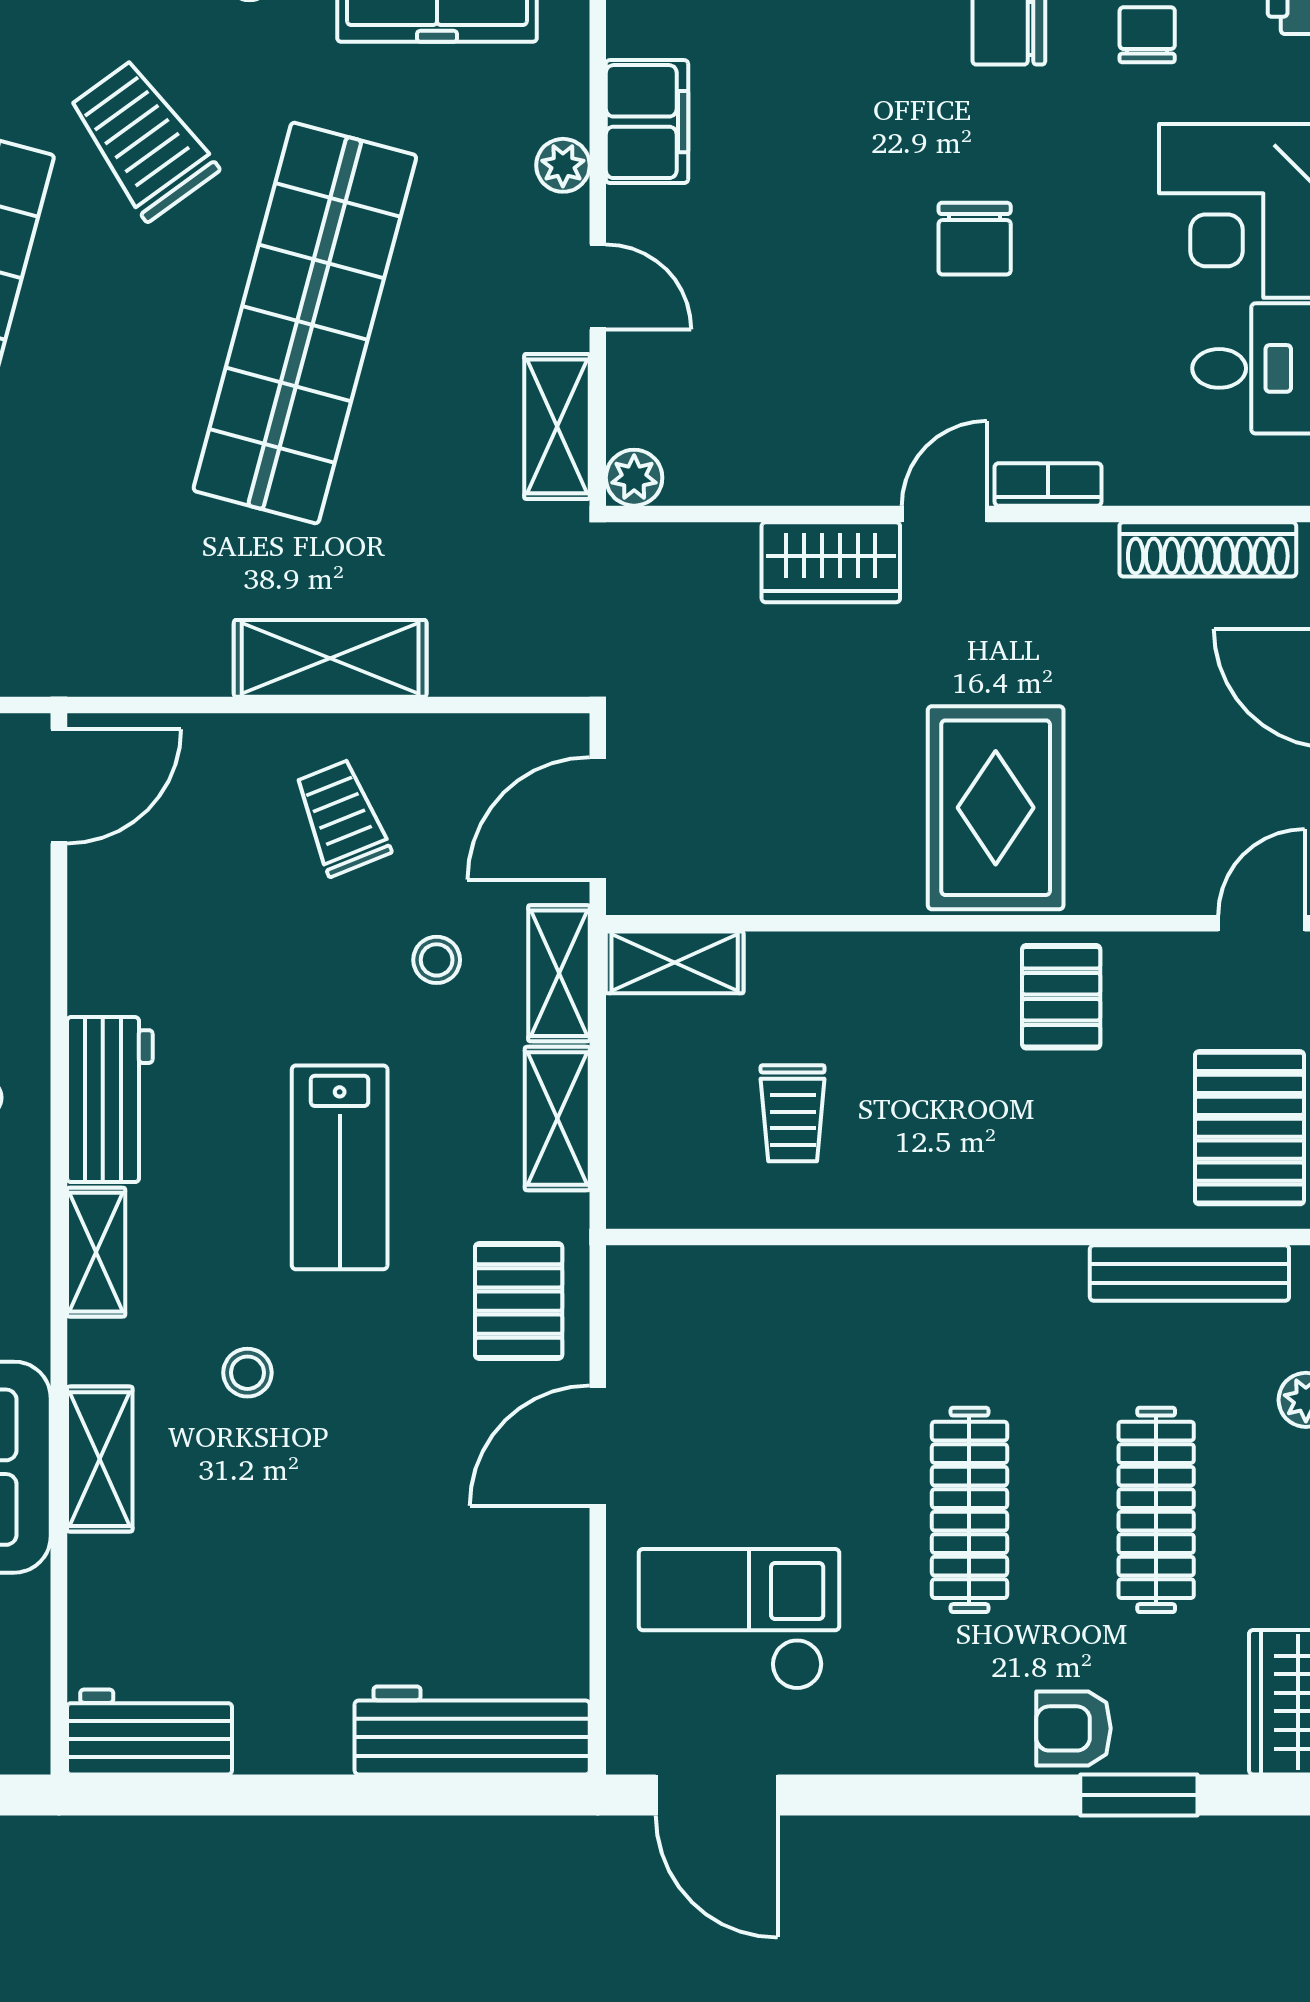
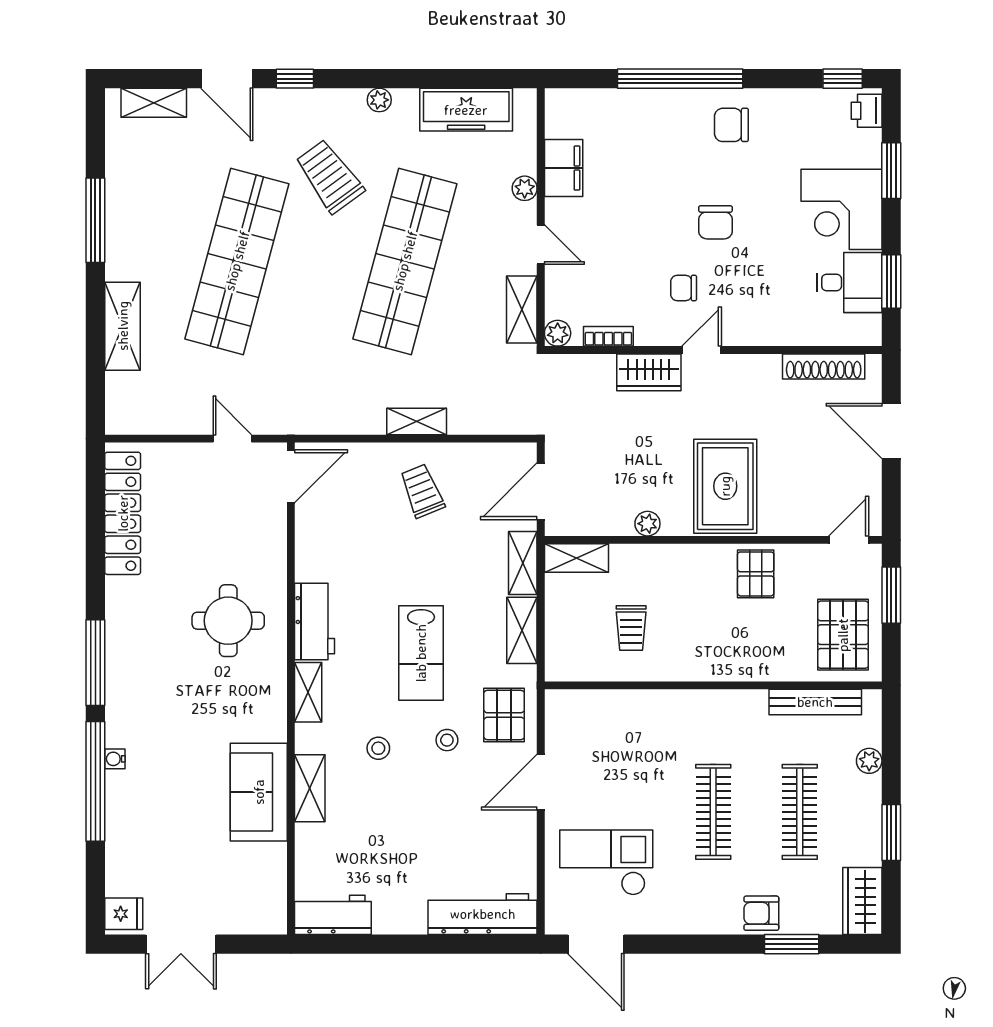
chair: (1147, 35) -> (684, 288), moved, turned -90
bookcase: (1048, 484) -> (608, 336), moved
shelving: (330, 658) -> (417, 421), width x0.67, depth x0.75
plant: (828, 888) -> (647, 524), added
stool: (437, 960) -> (447, 740), moved

